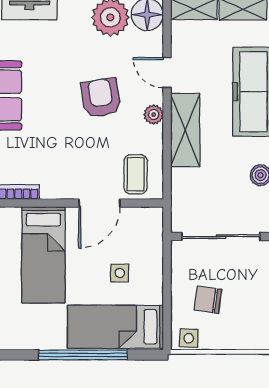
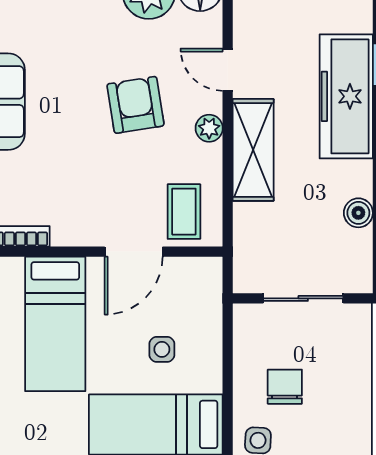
sliding door: (221, 237) -> (303, 298), width x0.73
chair: (208, 300) -> (285, 387), turned 82

